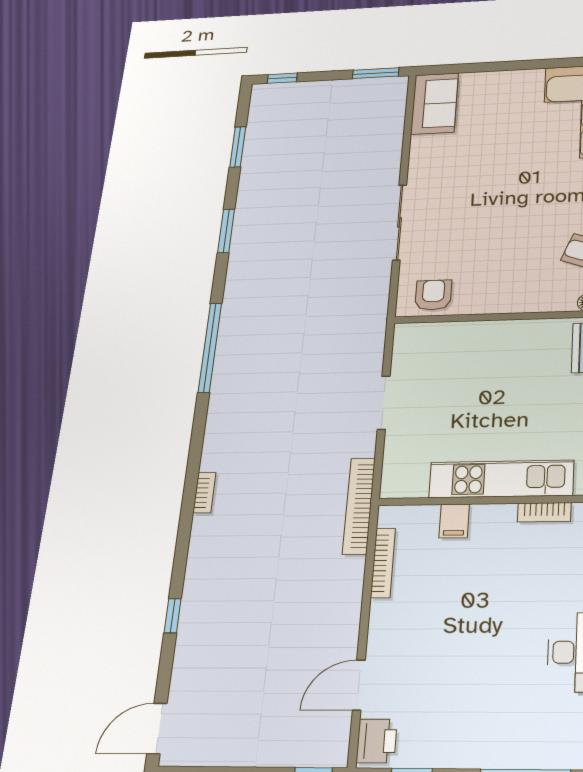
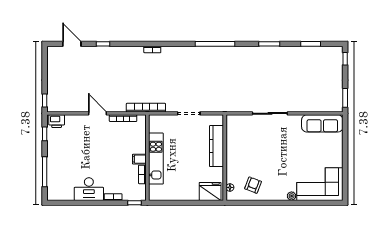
sofa: (435, 103) -> (322, 123), width x1.36
armchair: (433, 295) -> (236, 129), removed
kitchen counter: (476, 336) -> (217, 146), added
filing cabinet: (454, 521) -> (139, 159), moved
door: (359, 685) -> (98, 113), moved
door: (157, 729) -> (72, 44), moved

